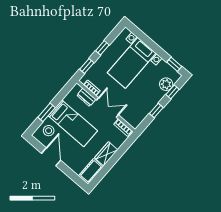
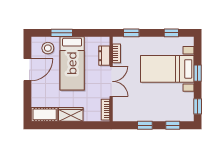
window: (152, 45) -> (198, 73), added
window: (102, 48) -> (171, 33), moved
plant: (166, 84) -> (175, 114), removed

